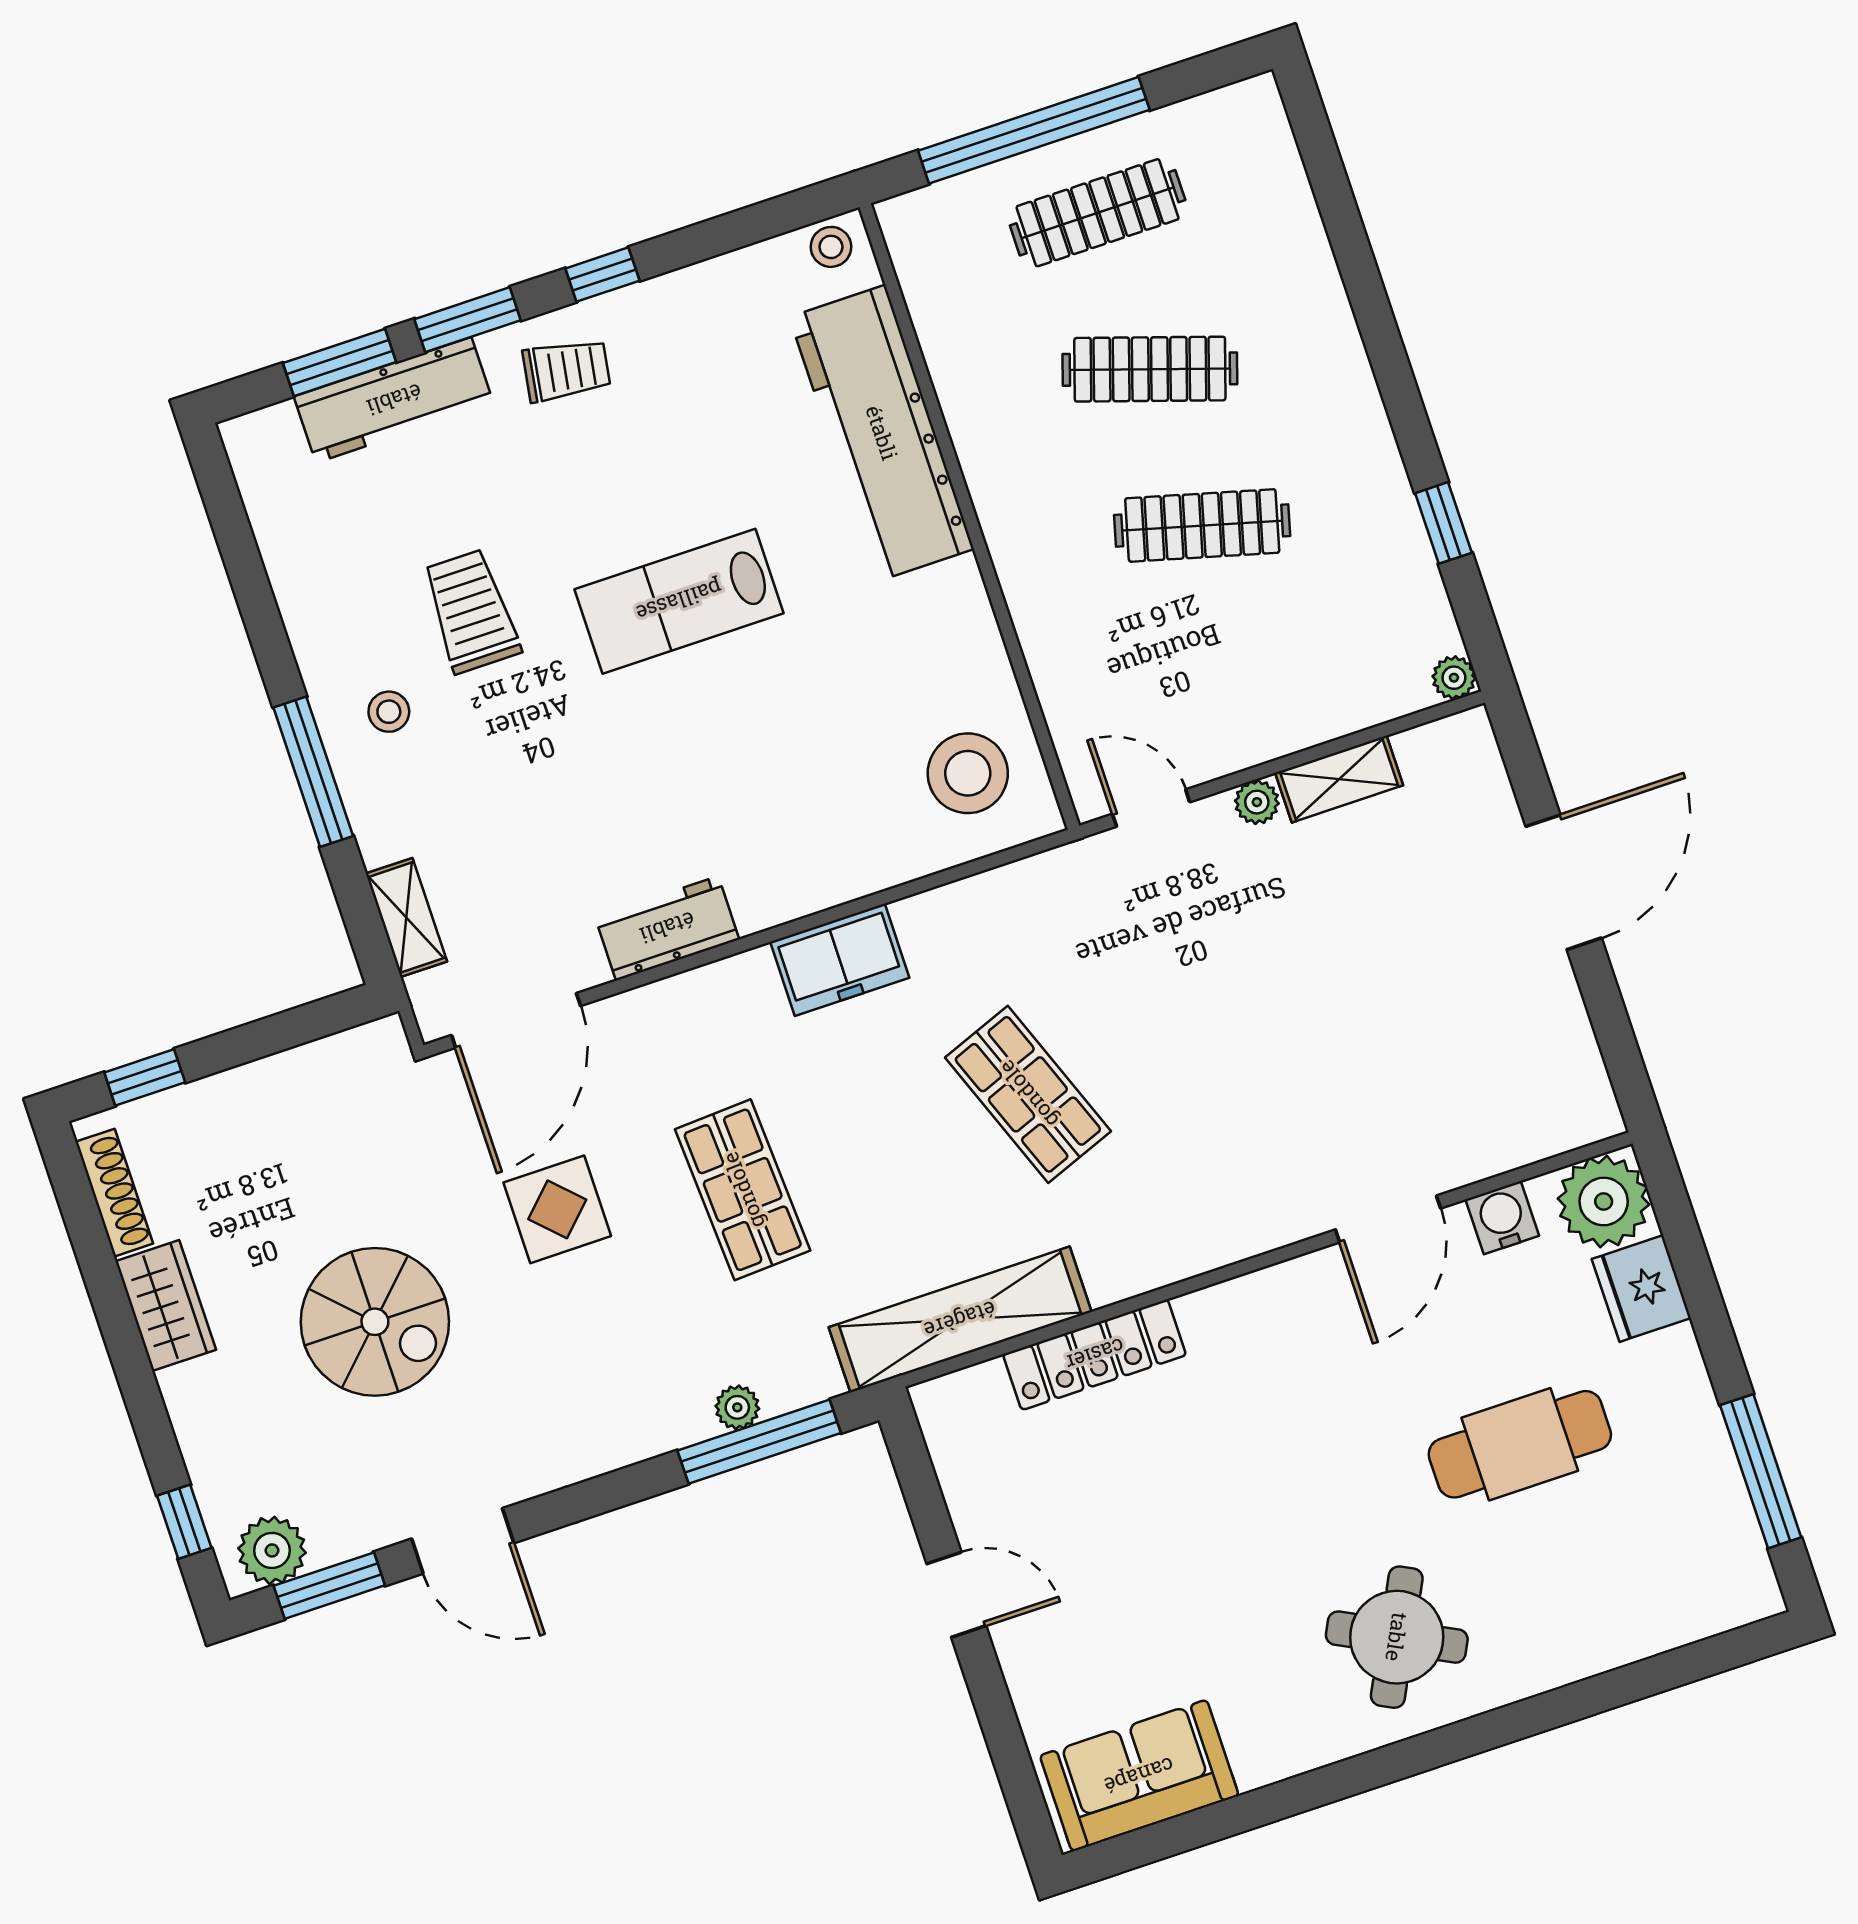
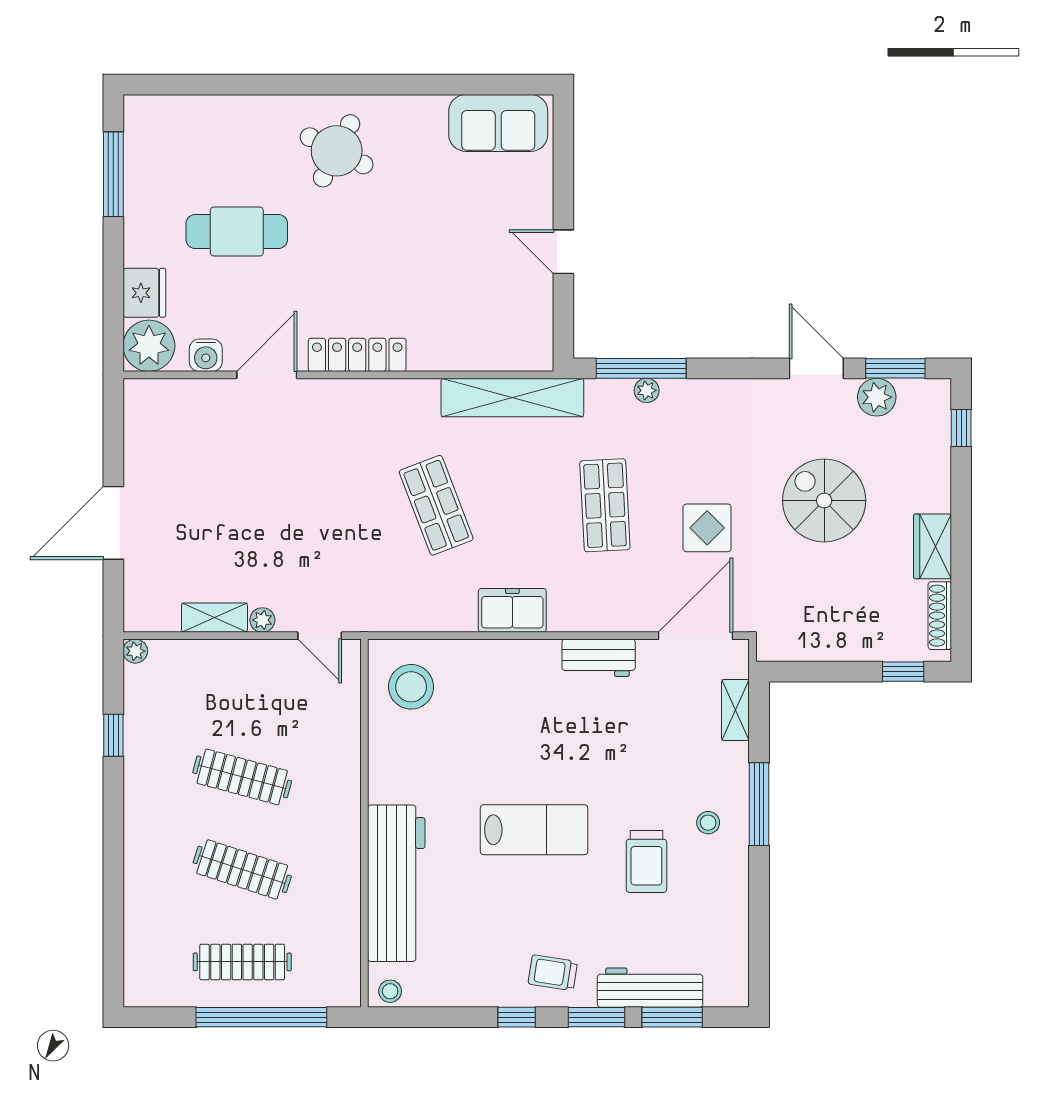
locker: (1095, 1355) -> (357, 355), moved
plant: (272, 1550) -> (877, 397), moved

